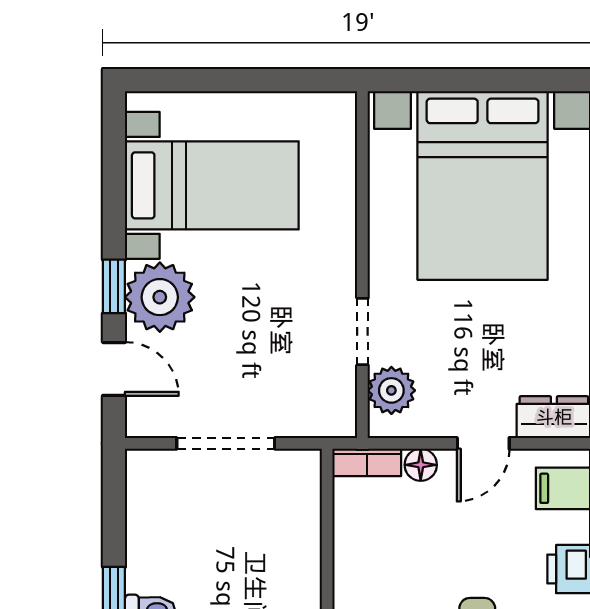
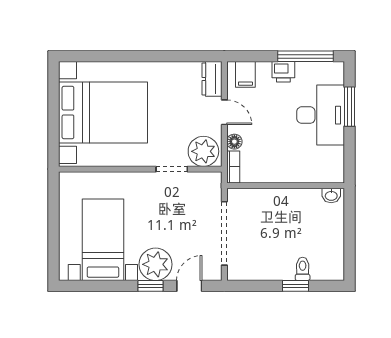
plant: (391, 390) -> (203, 151), width x1.36, depth x1.36
doorway: (226, 443) -> (224, 233), width x1.36

